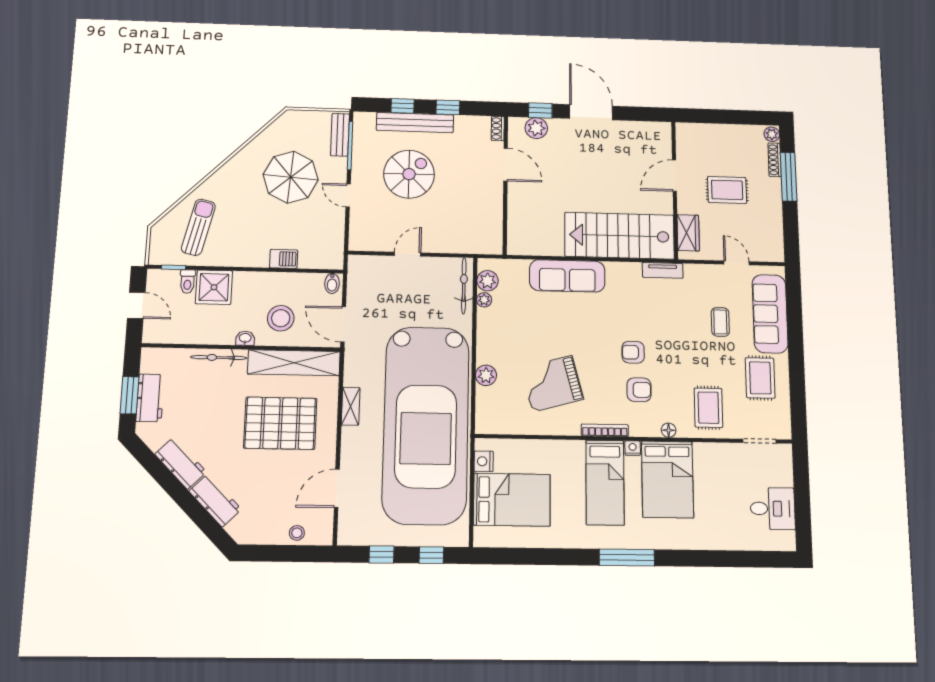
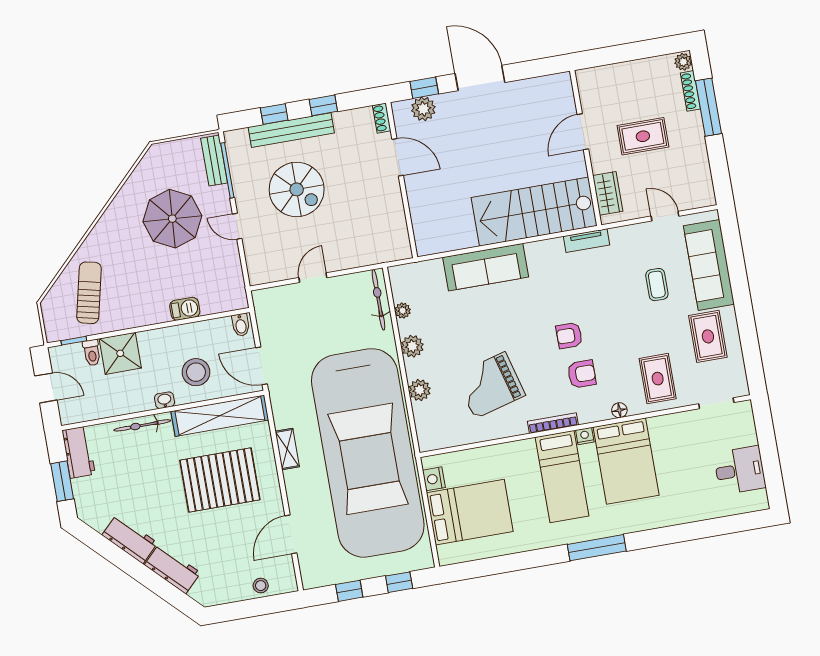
spiral stairs: (409, 174) -> (297, 189), turned 90
plant: (487, 281) -> (412, 346), moved
workbench: (150, 398) -> (79, 452), moved

